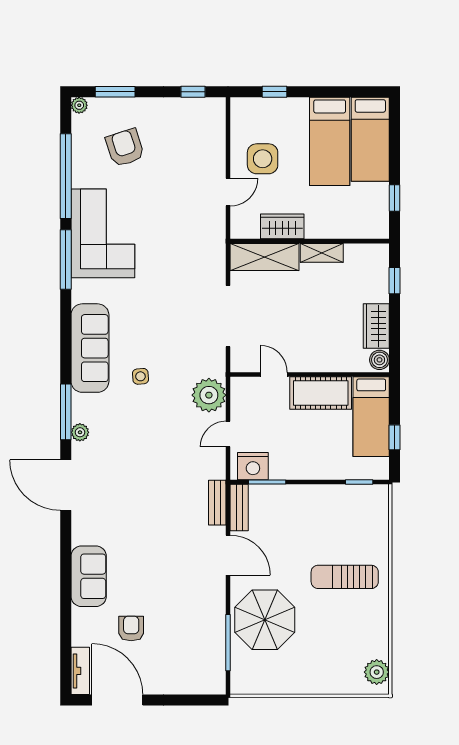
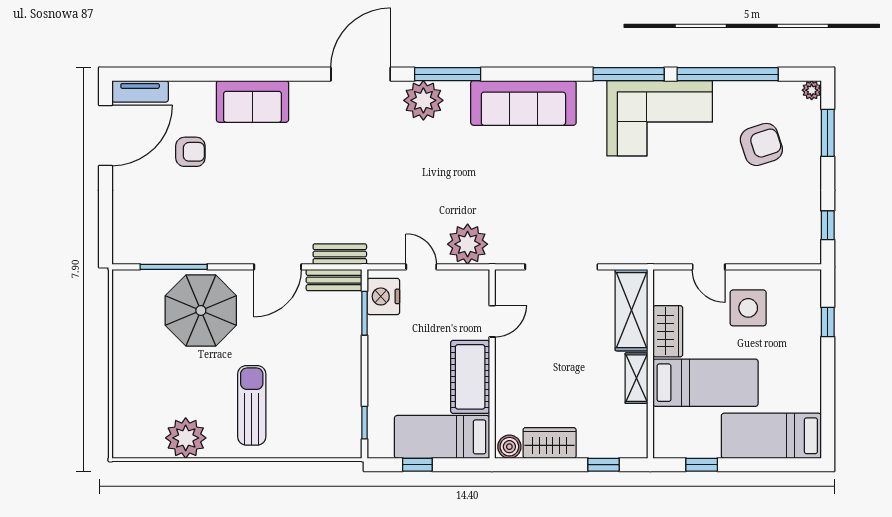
bed: (330, 141) -> (705, 383), moved, turned 180
side table: (140, 376) -> (490, 163), removed
plant: (80, 432) -> (423, 100), width x1.87, depth x1.87
plant: (377, 672) -> (186, 438), moved, width x1.36, depth x1.36

